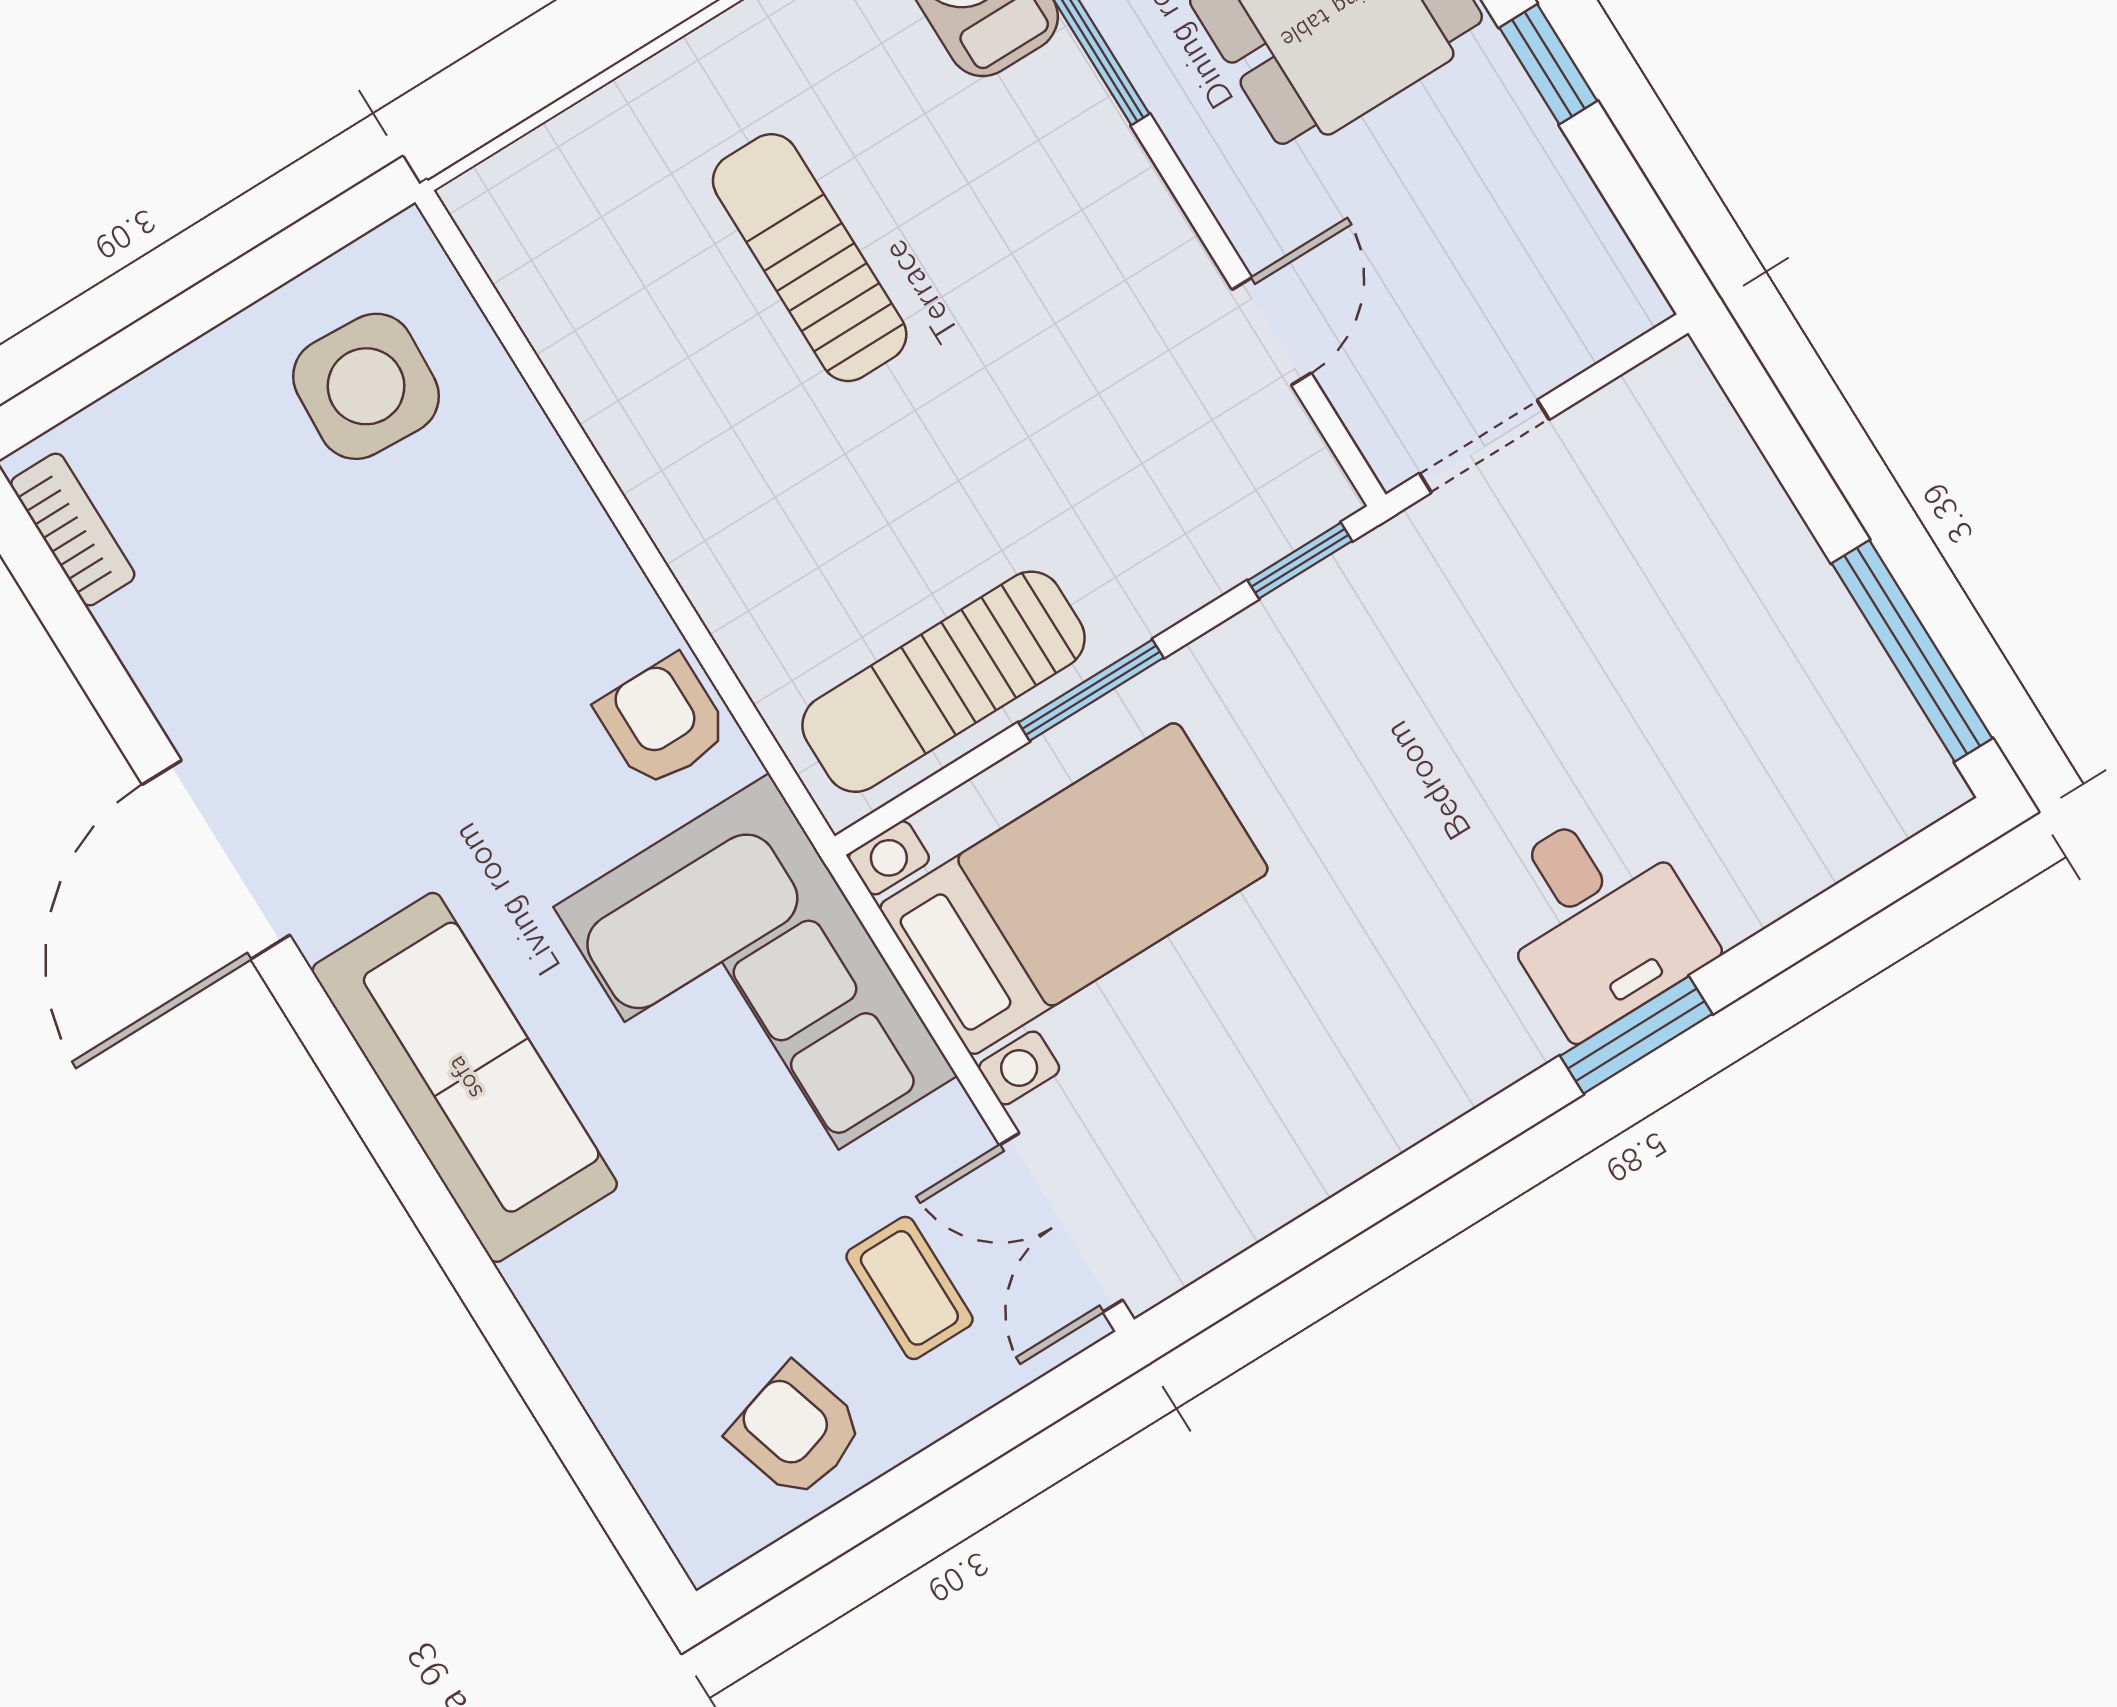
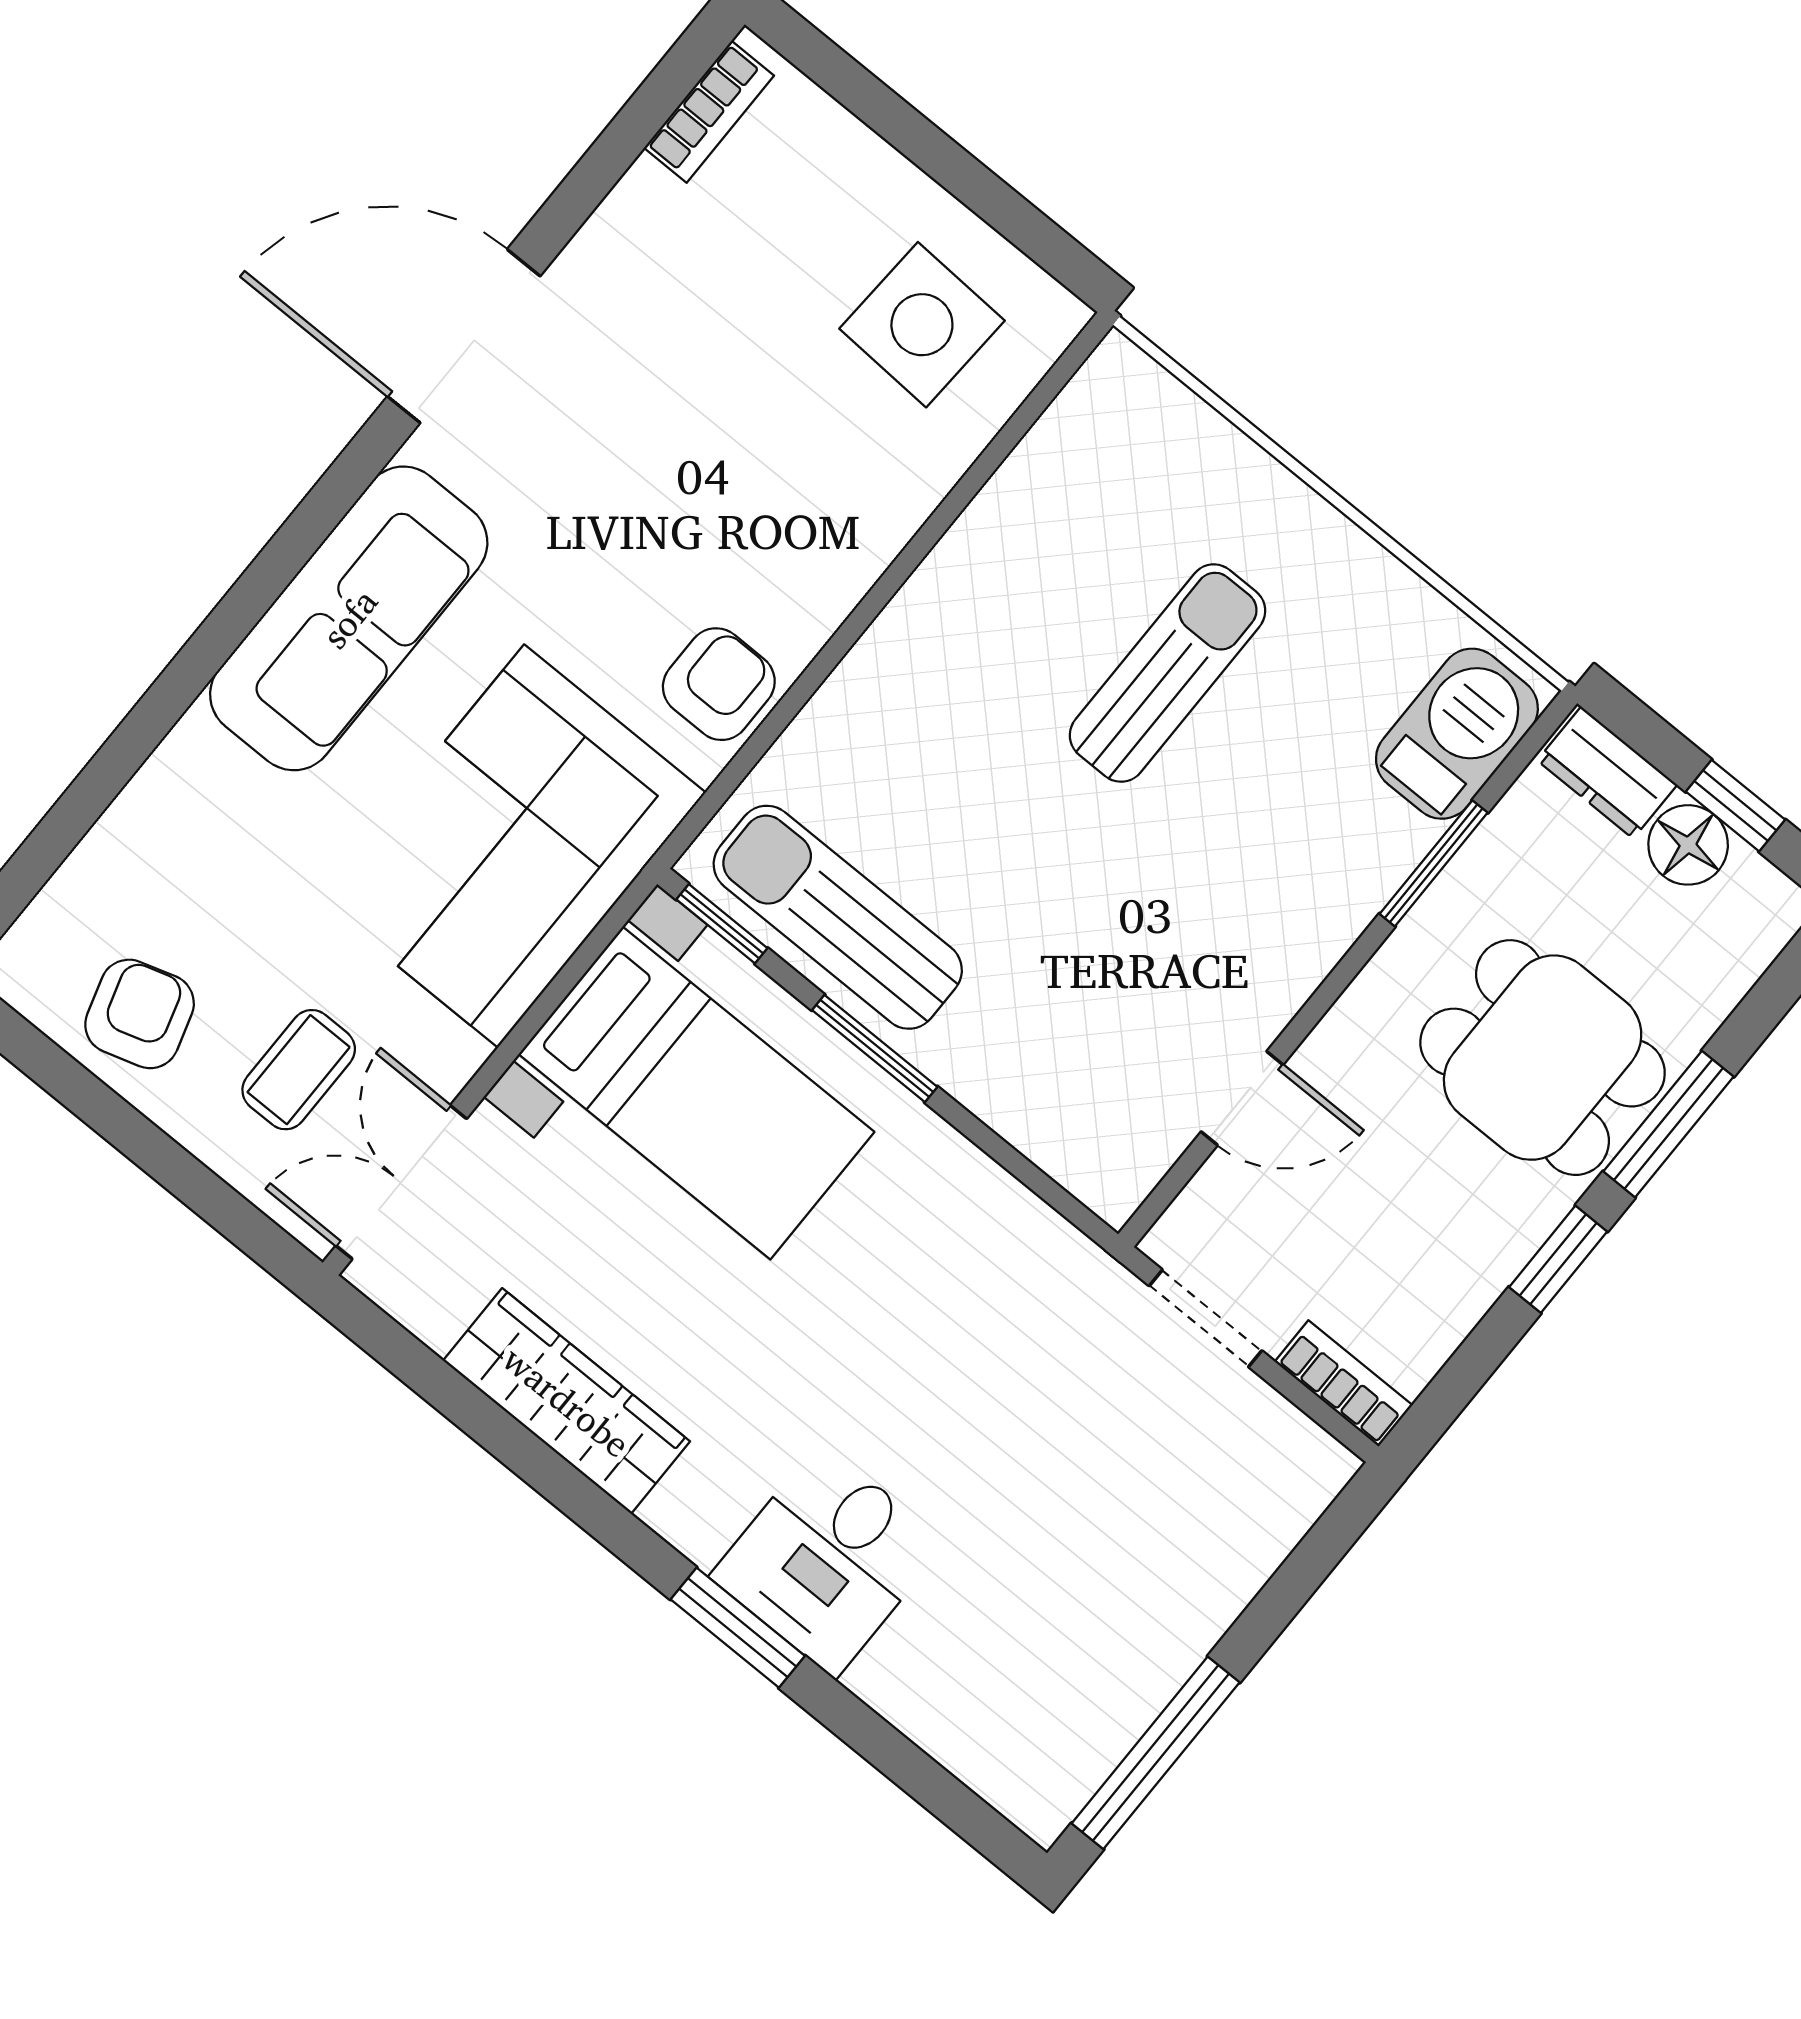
bookcase: (1600, 328) -> (1344, 1383), added
window: (1300, 561) -> (722, 924), moved
wardrobe: (1344, 1130) -> (567, 1401), added

